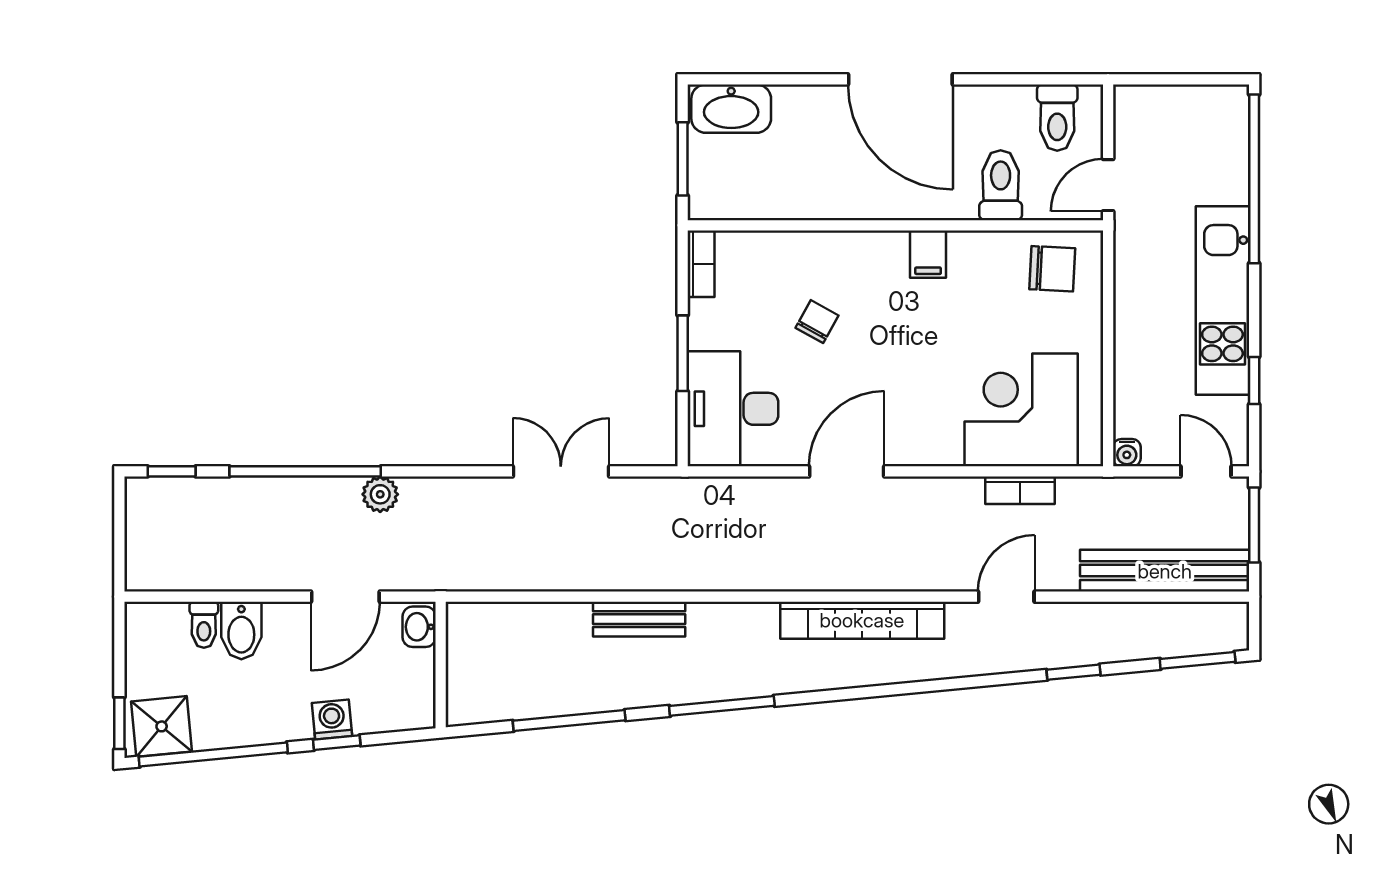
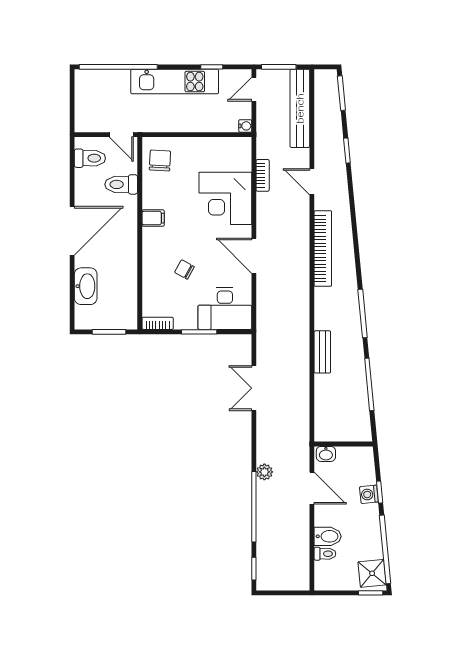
washbasin: (731, 109) -> (86, 286), moved
corner desk: (1021, 410) -> (225, 198), moved

